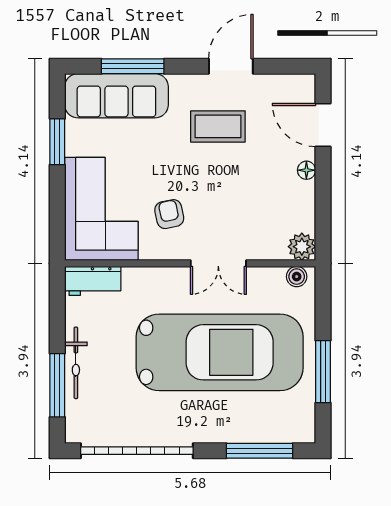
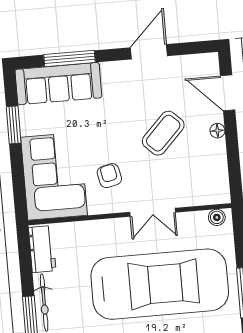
coffee table: (218, 126) -> (163, 133), moved, turned -46
plant: (302, 247) -> (219, 193), removed
workbench: (93, 281) -> (42, 249), moved, turned -90

